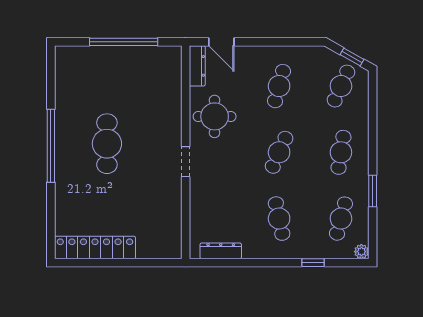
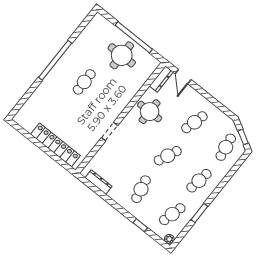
round table: (127, 75) -> (122, 55), added
cafe table: (341, 86) -> (226, 147), turned -33
cafe table: (107, 144) -> (84, 82), width x0.73, depth x0.74
doorway: (186, 162) -> (110, 132), moved
locker: (95, 248) -> (55, 145), moved

